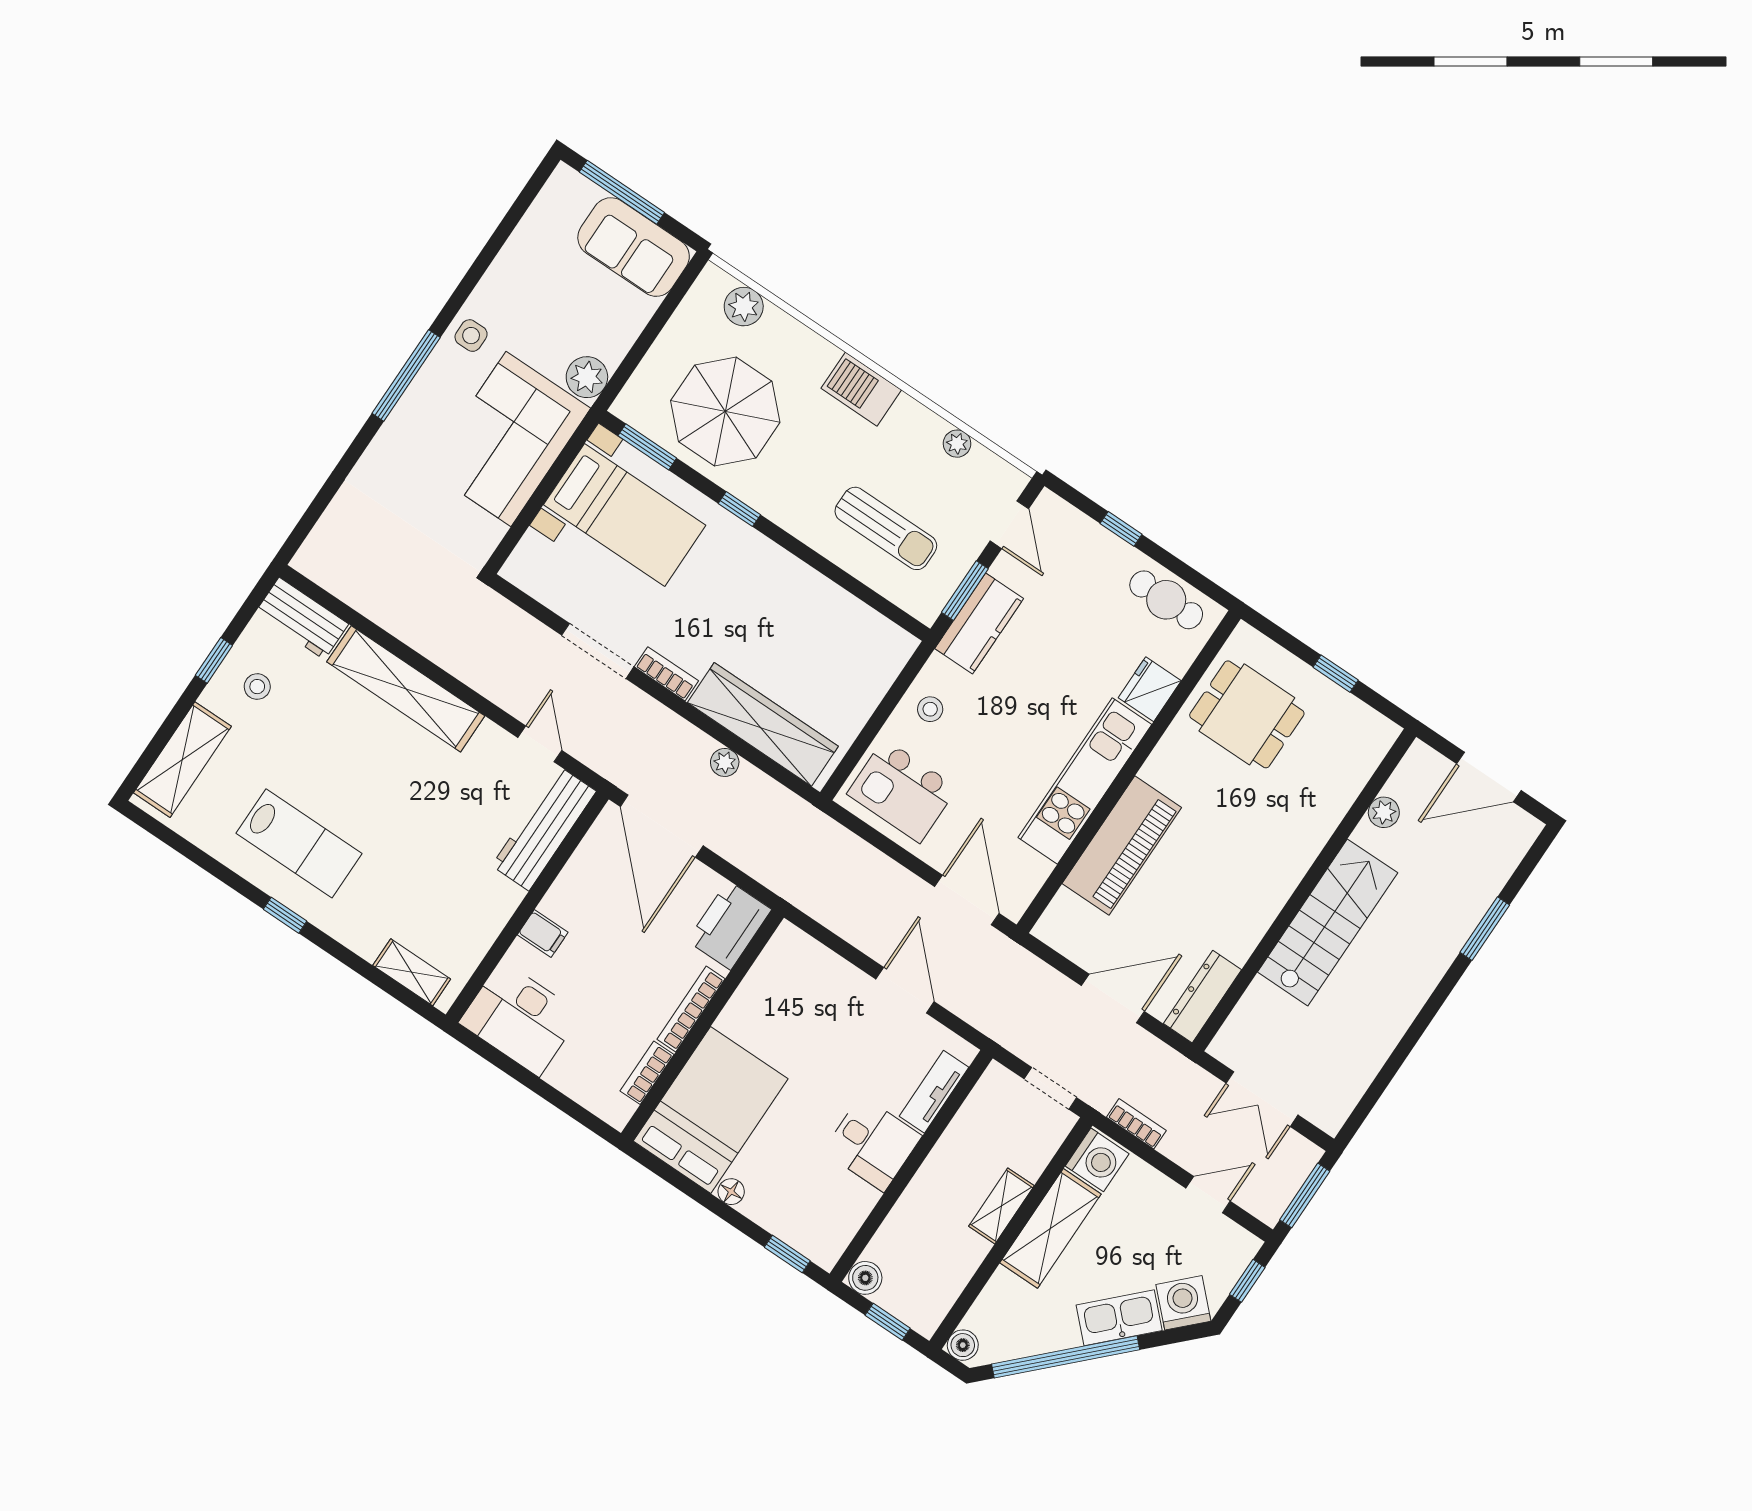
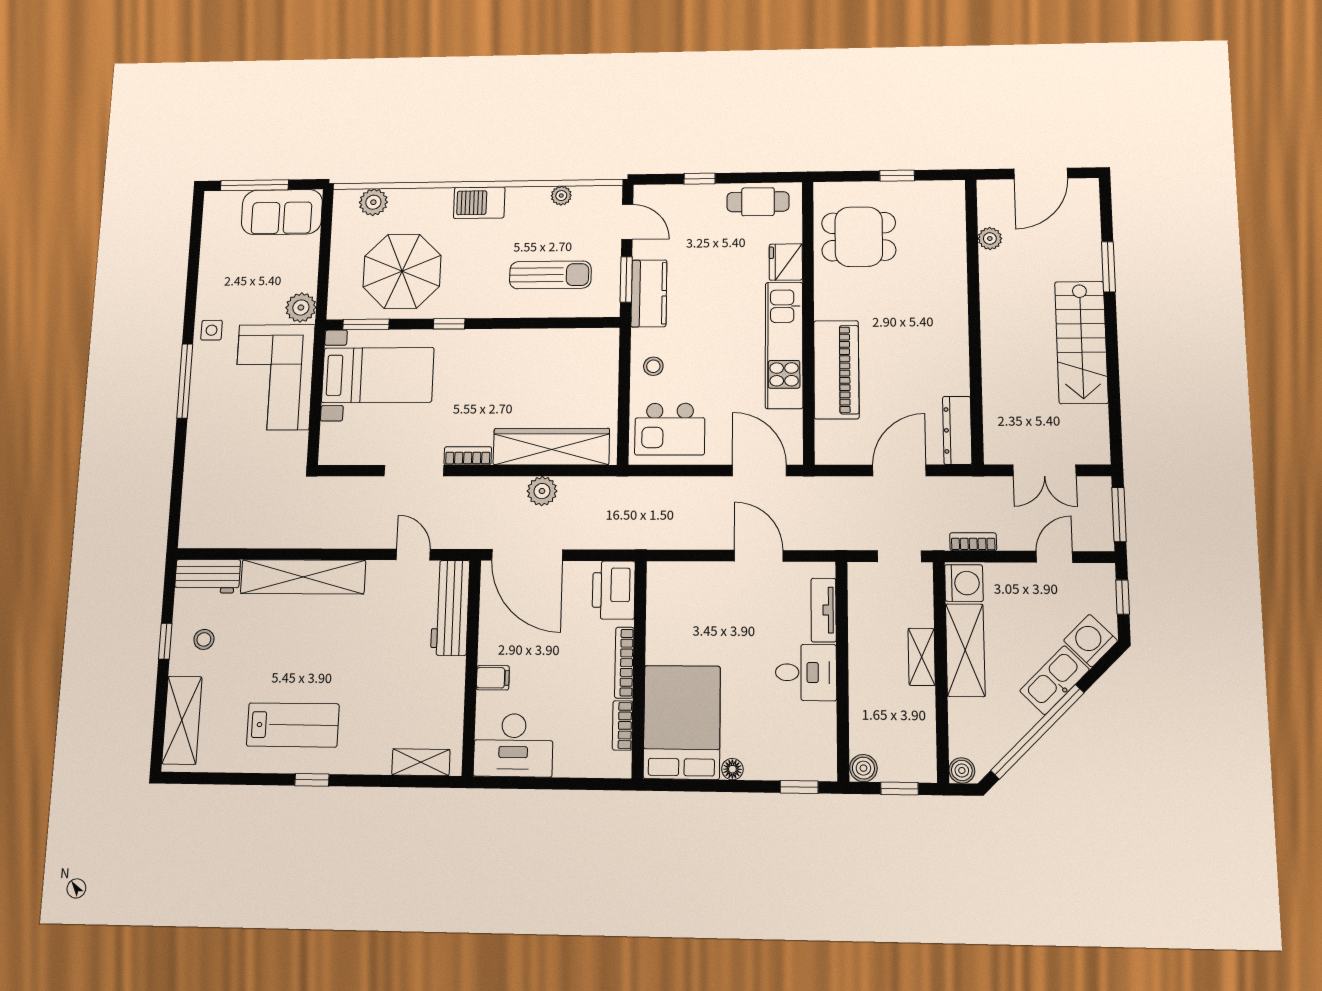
plant: (725, 762) -> (542, 491), width x1.38, depth x1.38
stairs: (1328, 922) -> (1081, 342), moved, turned 180

